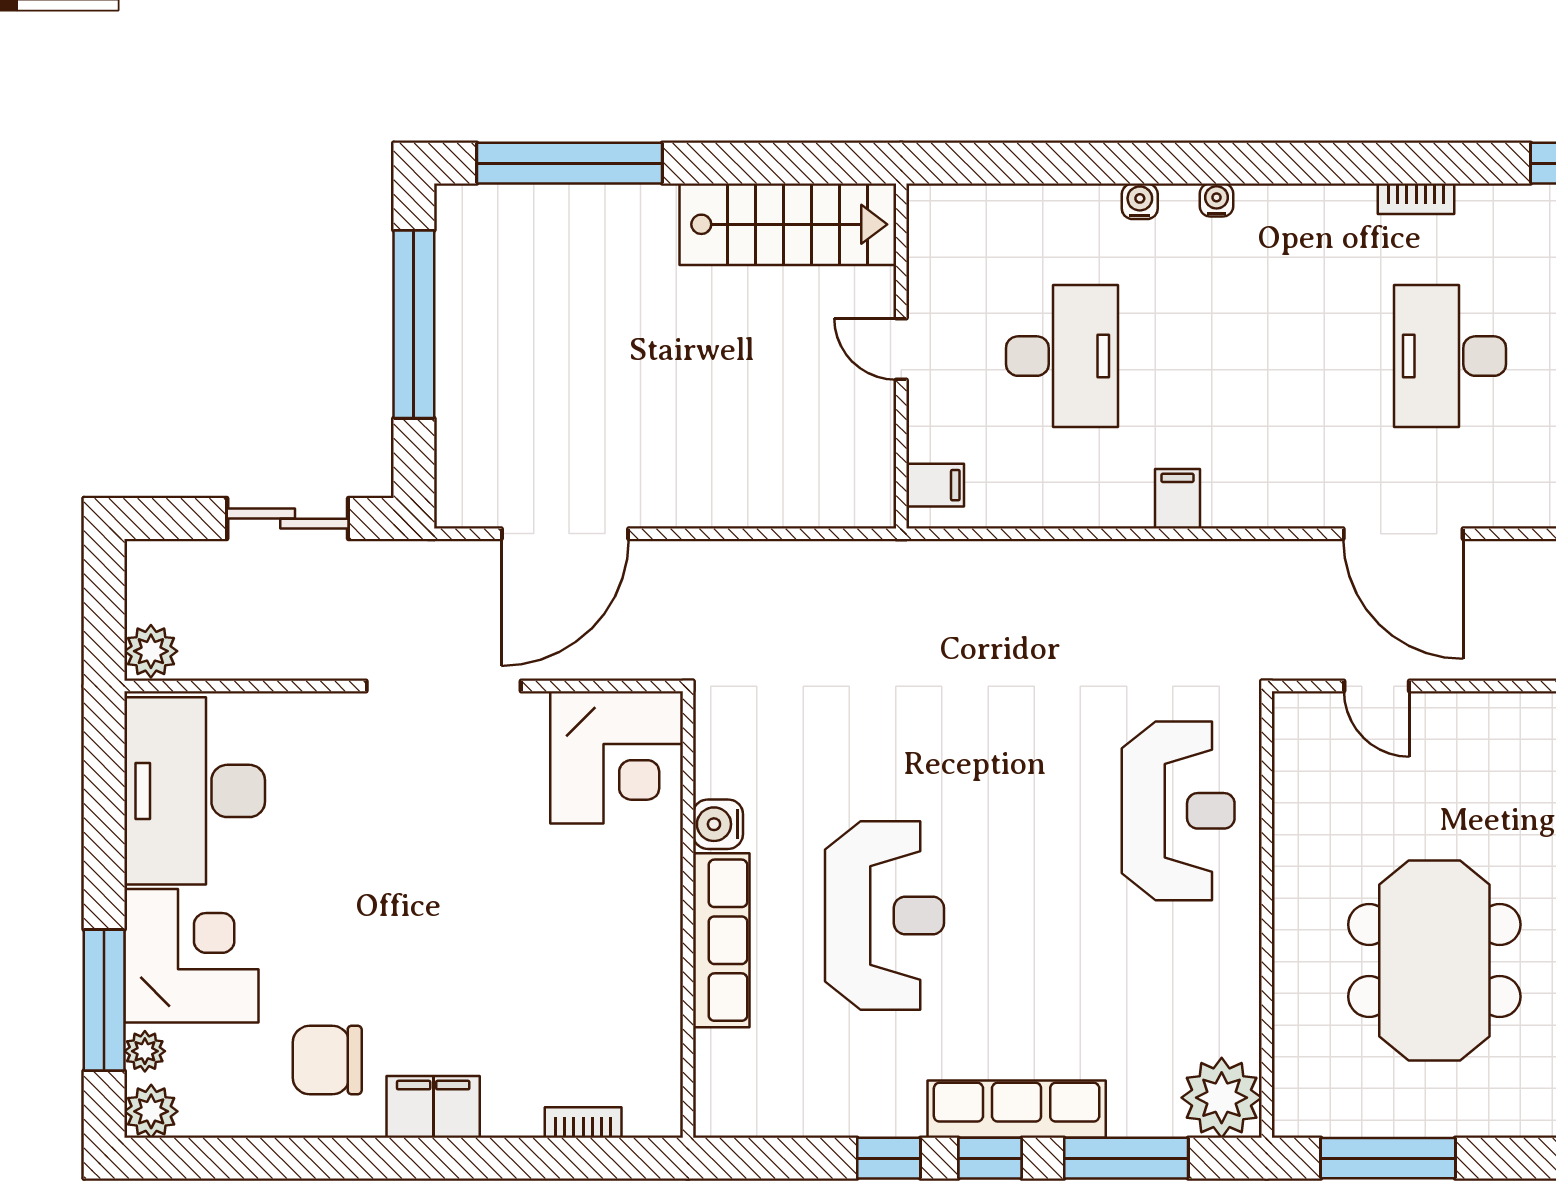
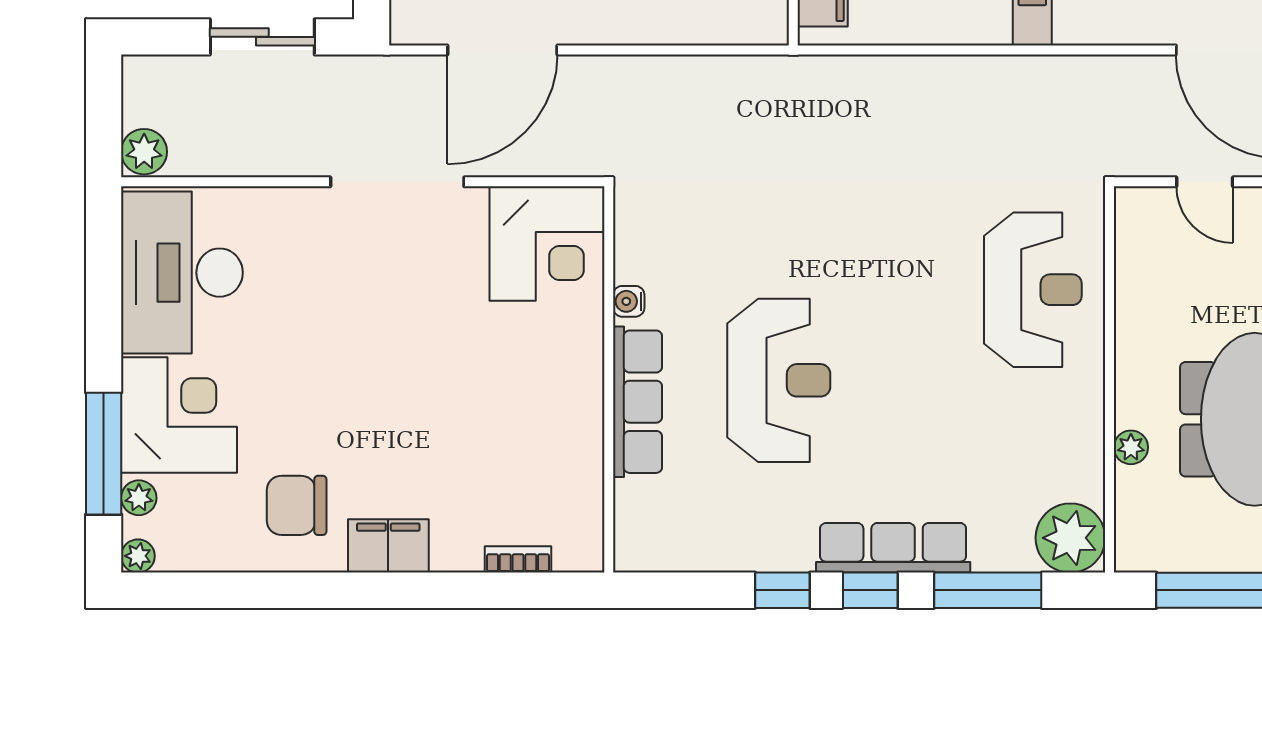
water cooler: (718, 824) -> (629, 301), width x0.72, depth x0.72
plant: (1291, 993) -> (1131, 447), added
plant: (151, 1111) -> (138, 556), width x0.73, depth x0.73

